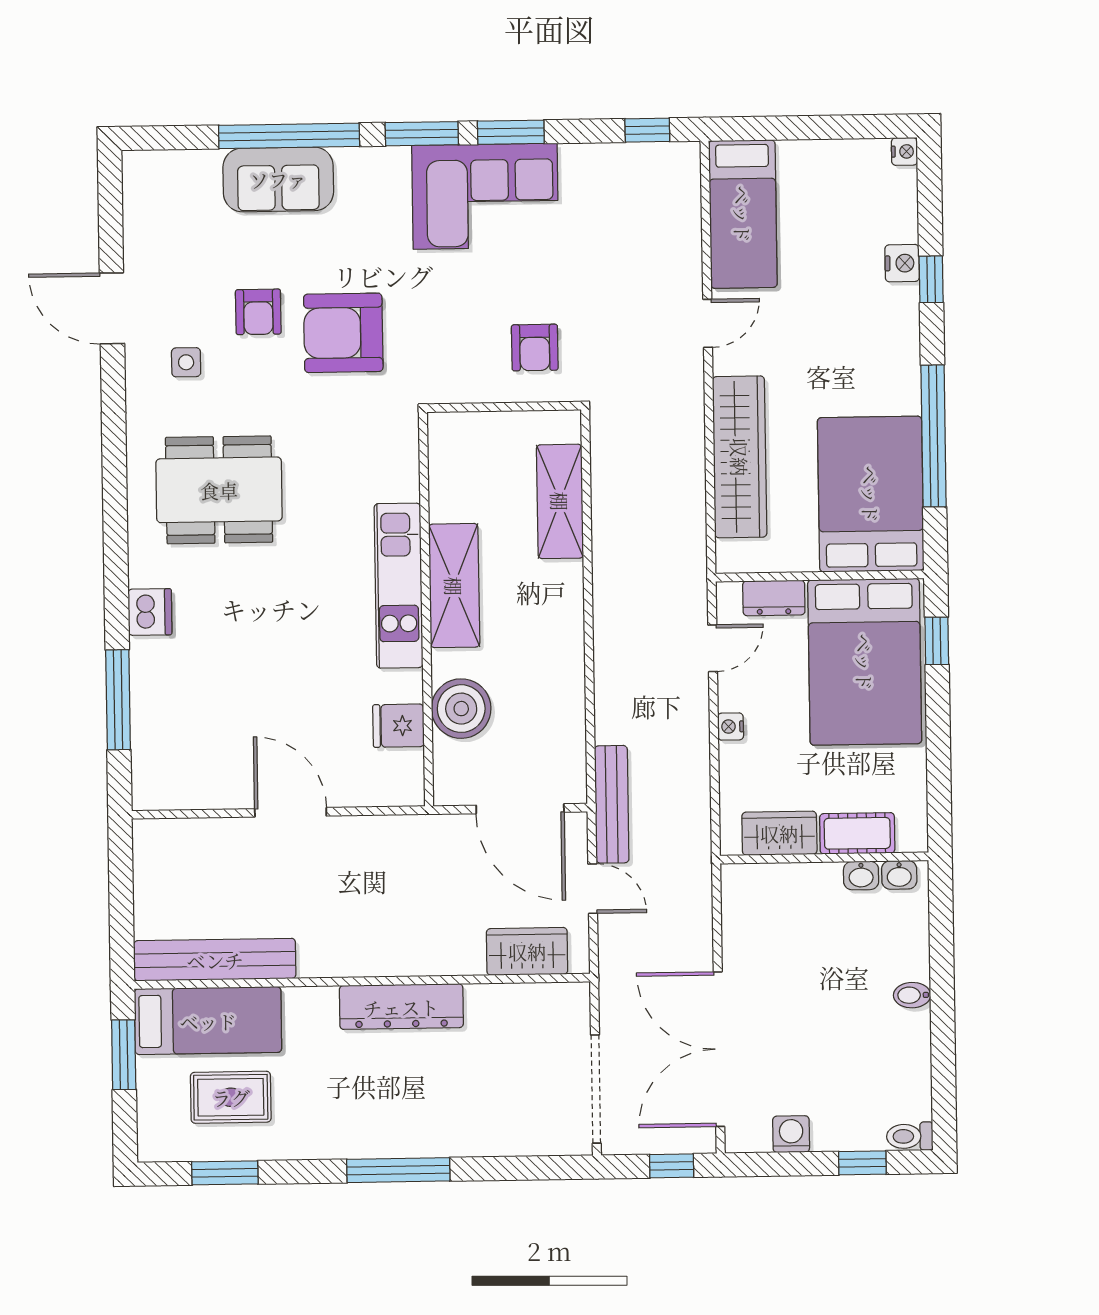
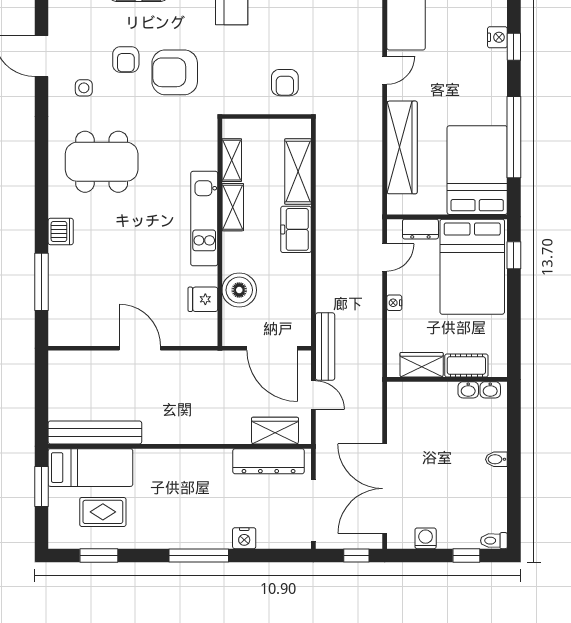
shelving: (445, 484) -> (232, 160), added
shelving: (454, 586) -> (233, 207), width x0.67, depth x0.75
freezer: (558, 602) -> (296, 229), added
dresser: (401, 1007) -> (269, 461), moved
nightstand: (477, 1139) -> (244, 538), added

